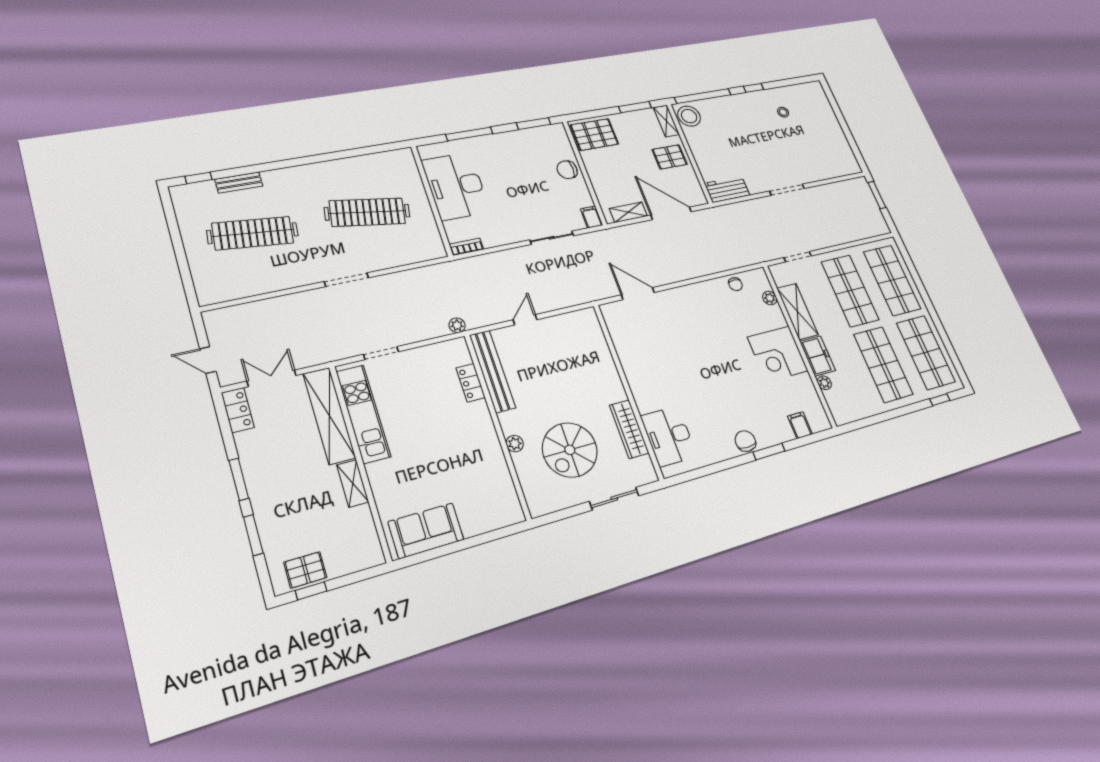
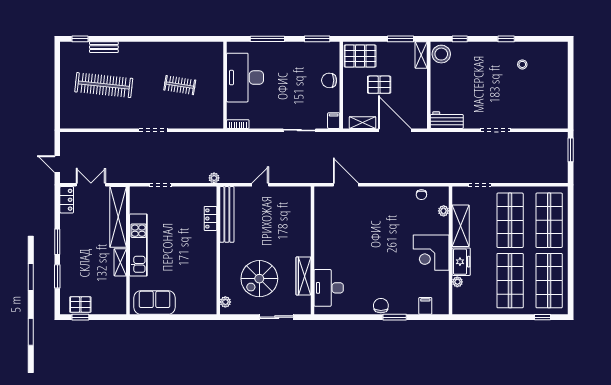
window: (703, 96) -> (460, 39), width x0.32
pallet: (670, 157) -> (379, 85), moved
clothes rail: (367, 212) -> (180, 85), width x0.54, depth x0.76
kitchen unit: (363, 414) -> (138, 245), moved
plant: (515, 444) -> (225, 302), moved

